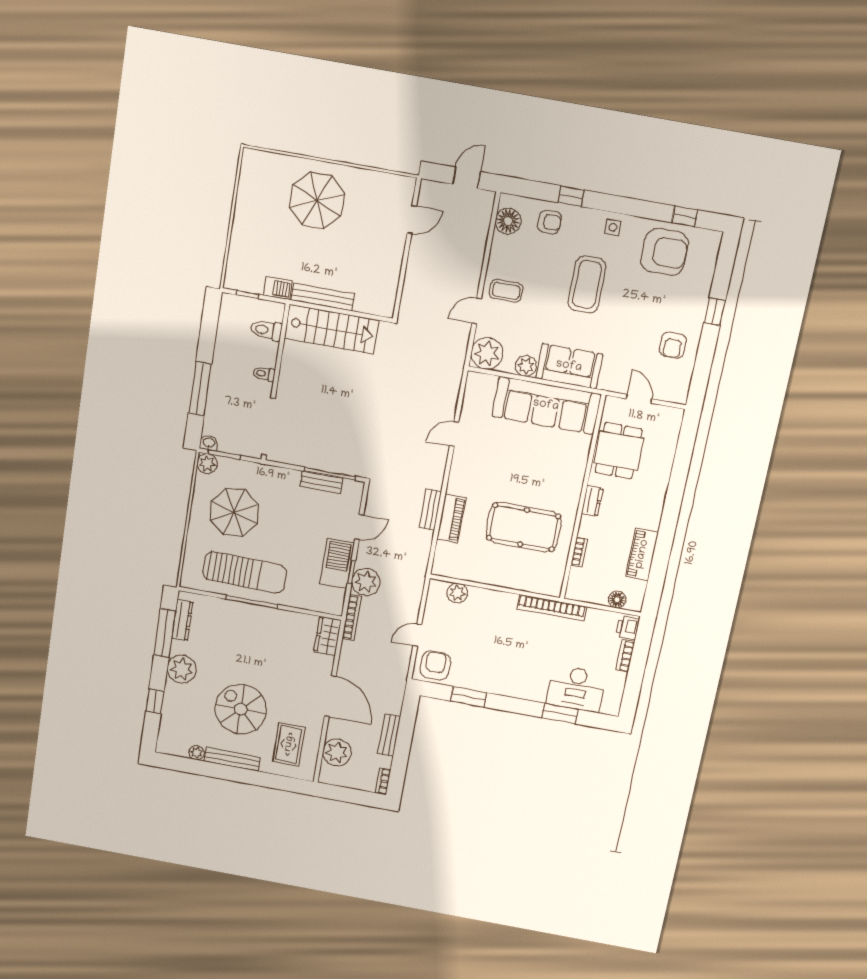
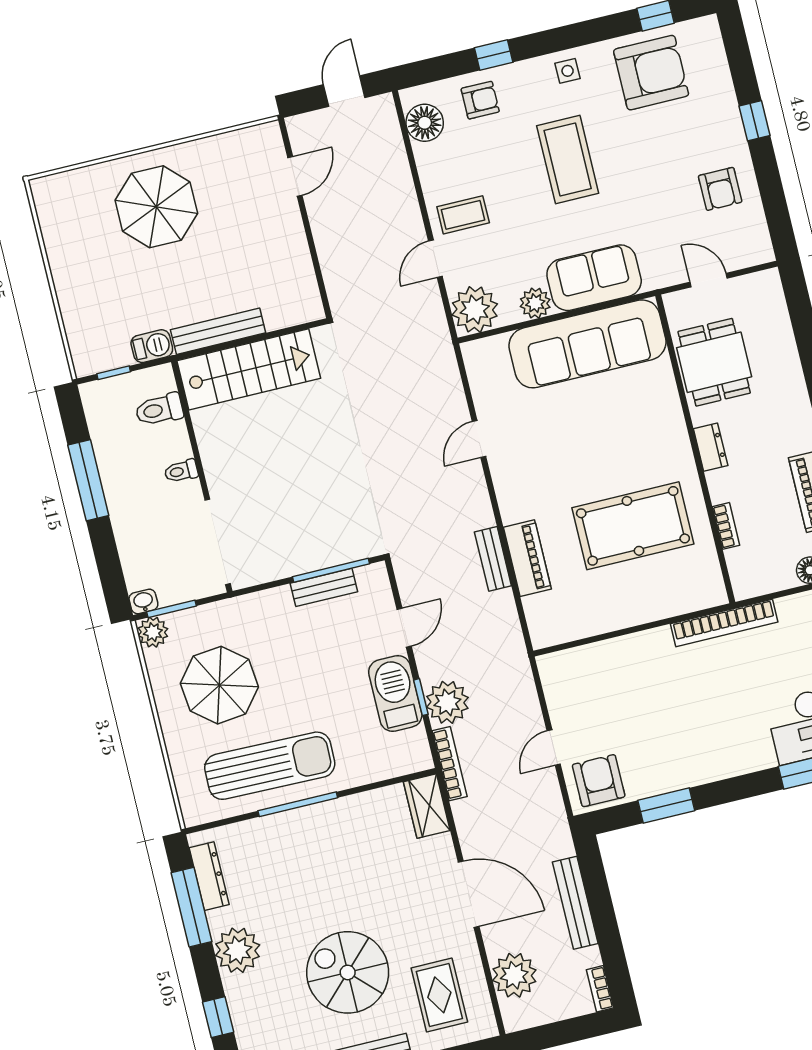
window: (200, 389) -> (88, 480), moved
plant: (457, 593) -> (583, 661), removed
bench: (389, 735) -> (575, 903), width x1.36

